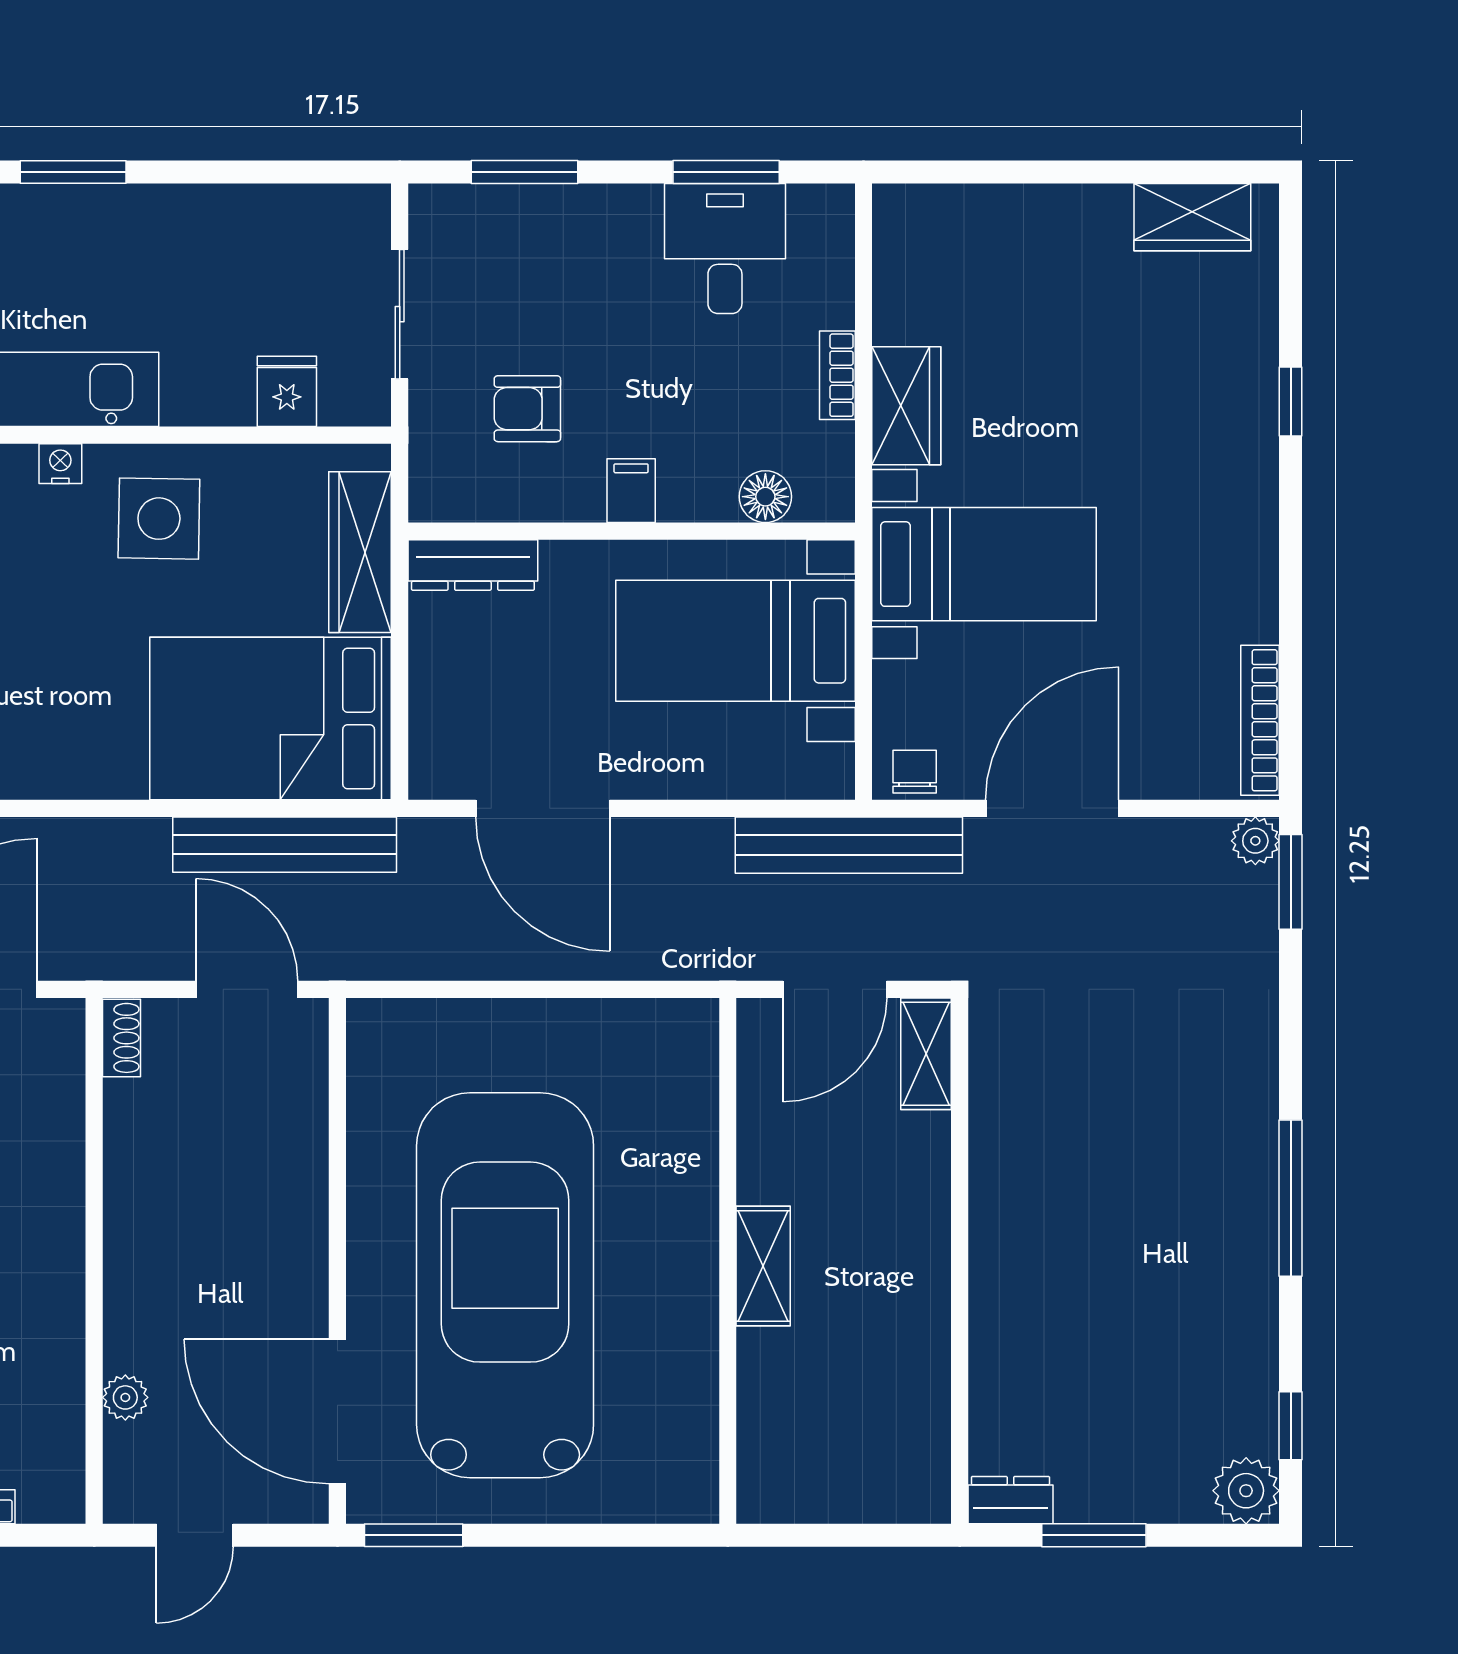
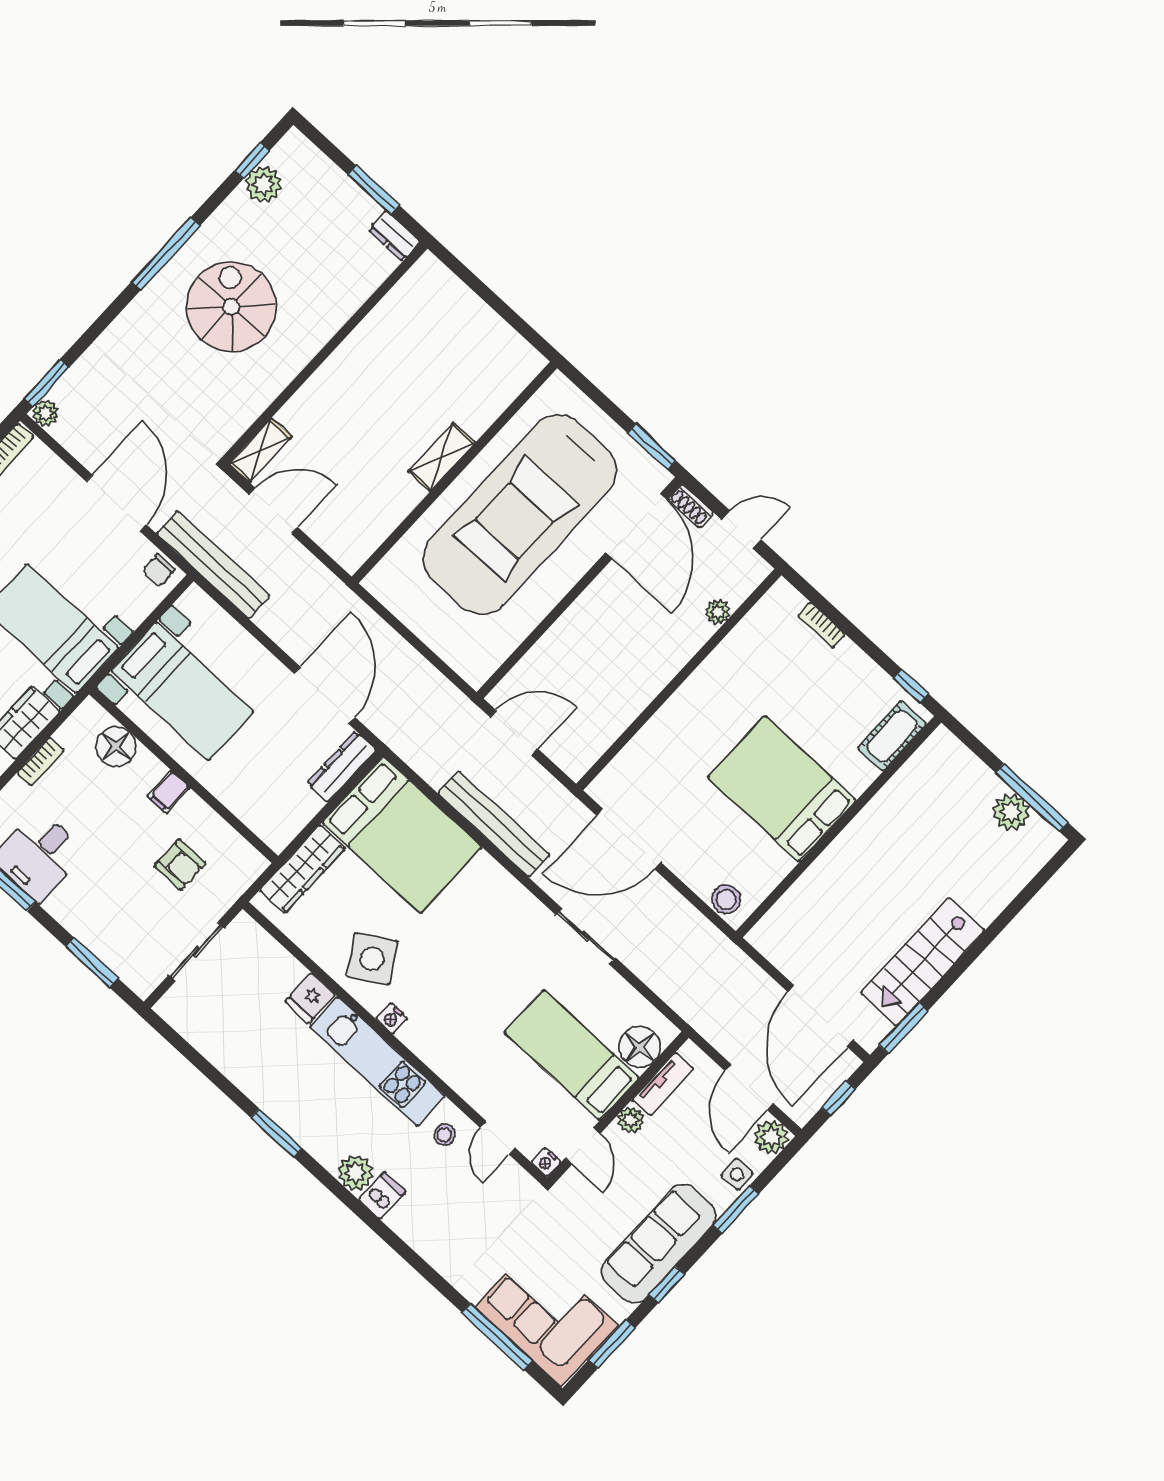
fridge: (287, 391) -> (310, 998), moved
floor lamp: (765, 497) -> (116, 747), width x1.38, depth x1.38
side table: (159, 519) -> (372, 959), turned -33
dresser: (473, 565) -> (342, 767), moved, turned -90
door: (1052, 808) -> (116, 503), swing flipped
bench: (285, 845) -> (494, 824), moved
door: (247, 989) -> (514, 733), swing flipped
shoe rack: (122, 1038) -> (691, 506), moved, turned -90
spiral stairs: (1139, 1208) -> (231, 307), added
wall: (728, 1261) -> (454, 472), moved
shelving: (763, 1266) -> (442, 457), moved
plant: (1246, 1491) -> (264, 184), moved

